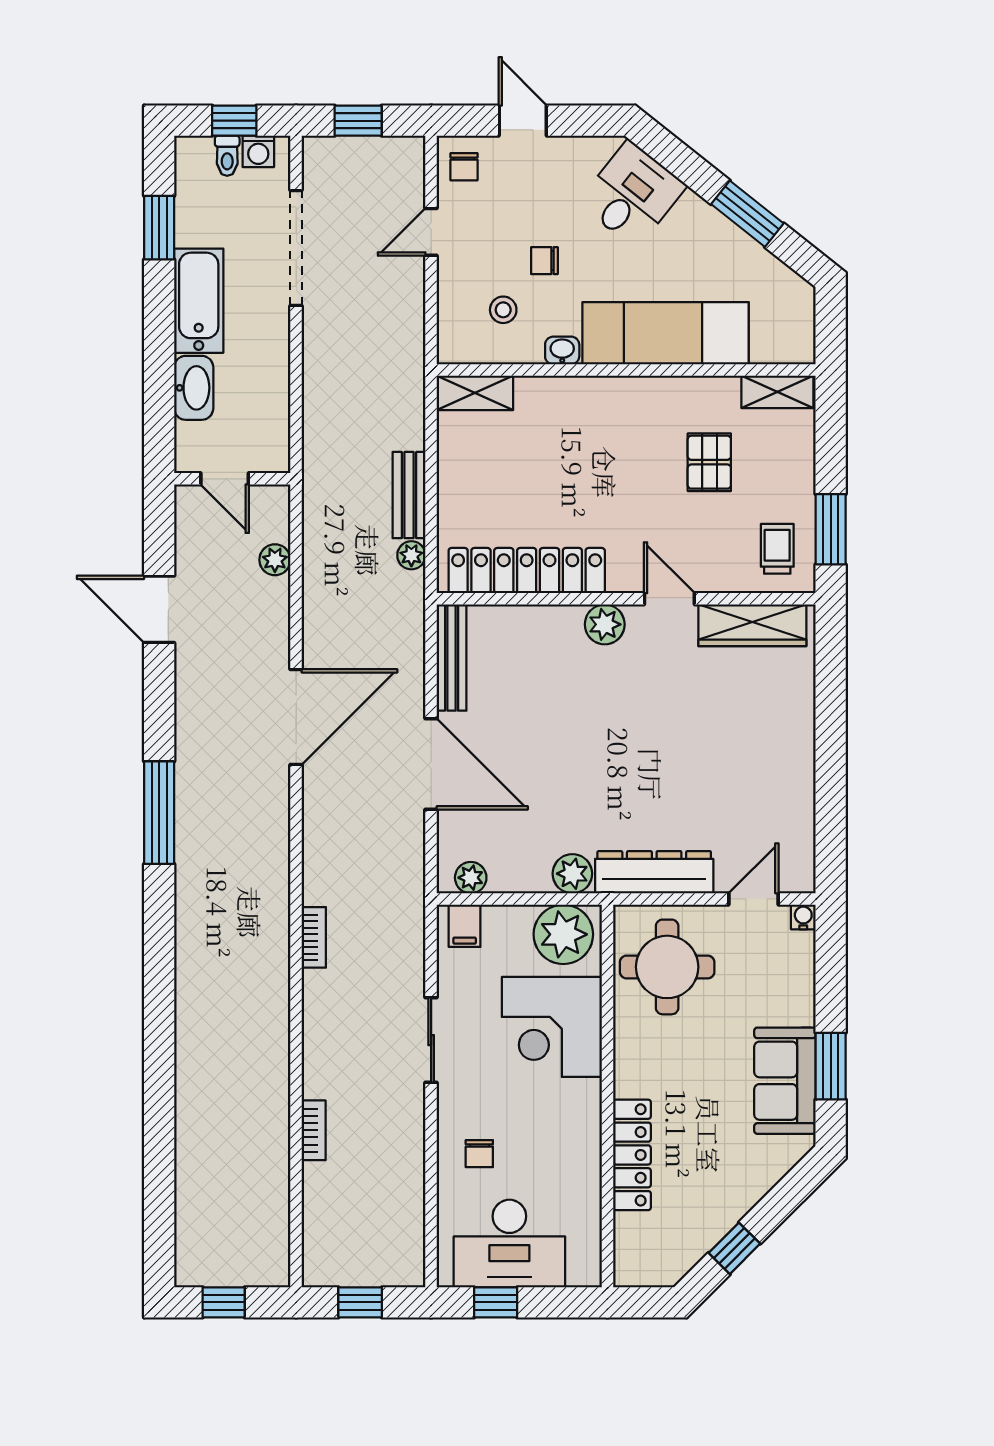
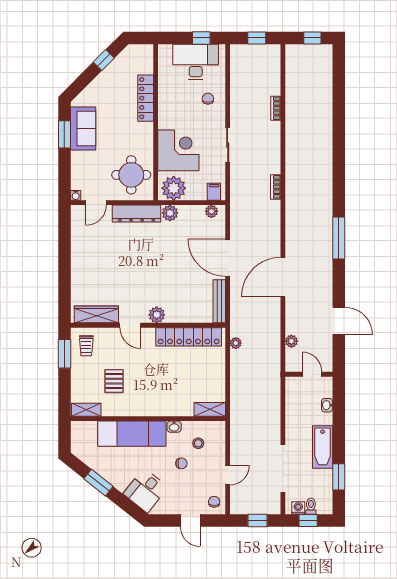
washbasin: (194, 388) -> (327, 405), width x0.52, depth x0.69
bench: (409, 495) -> (237, 368), removed

